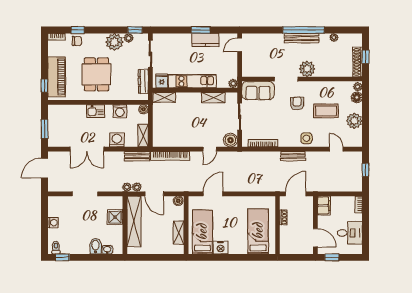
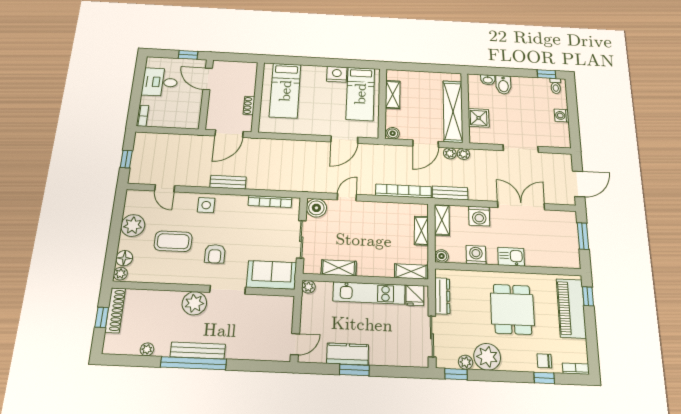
shelving: (157, 127) -> (421, 231), added
door: (154, 194) -> (426, 144), swing flipped
filing cabinet: (324, 205) -> (191, 117), removed

